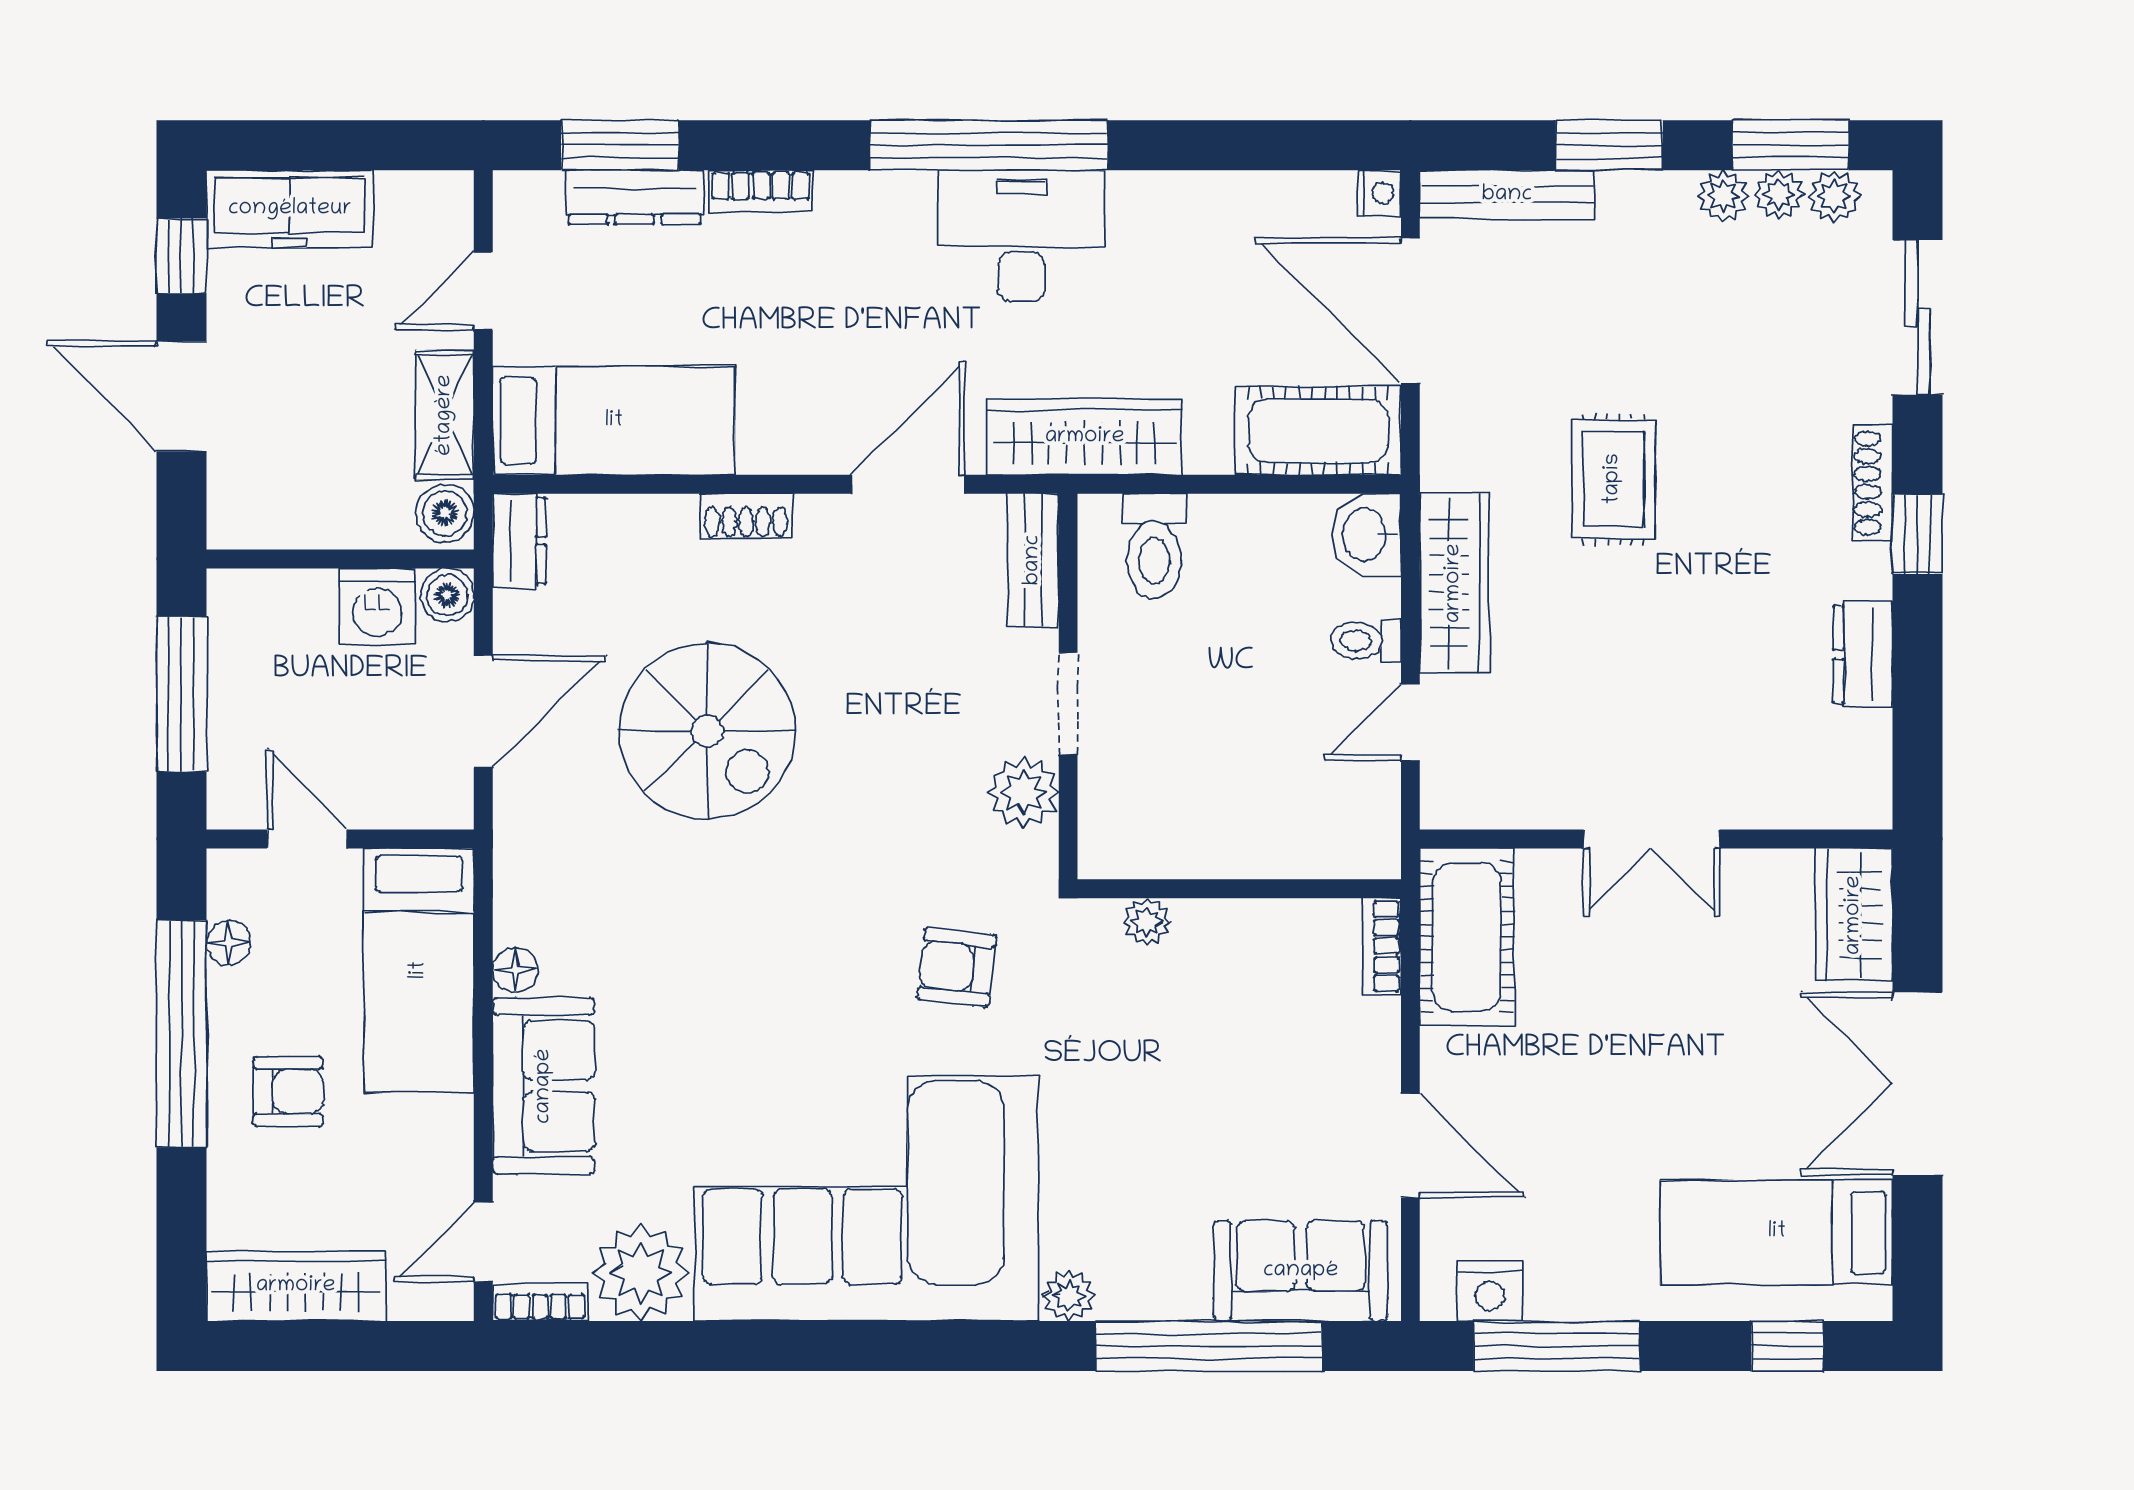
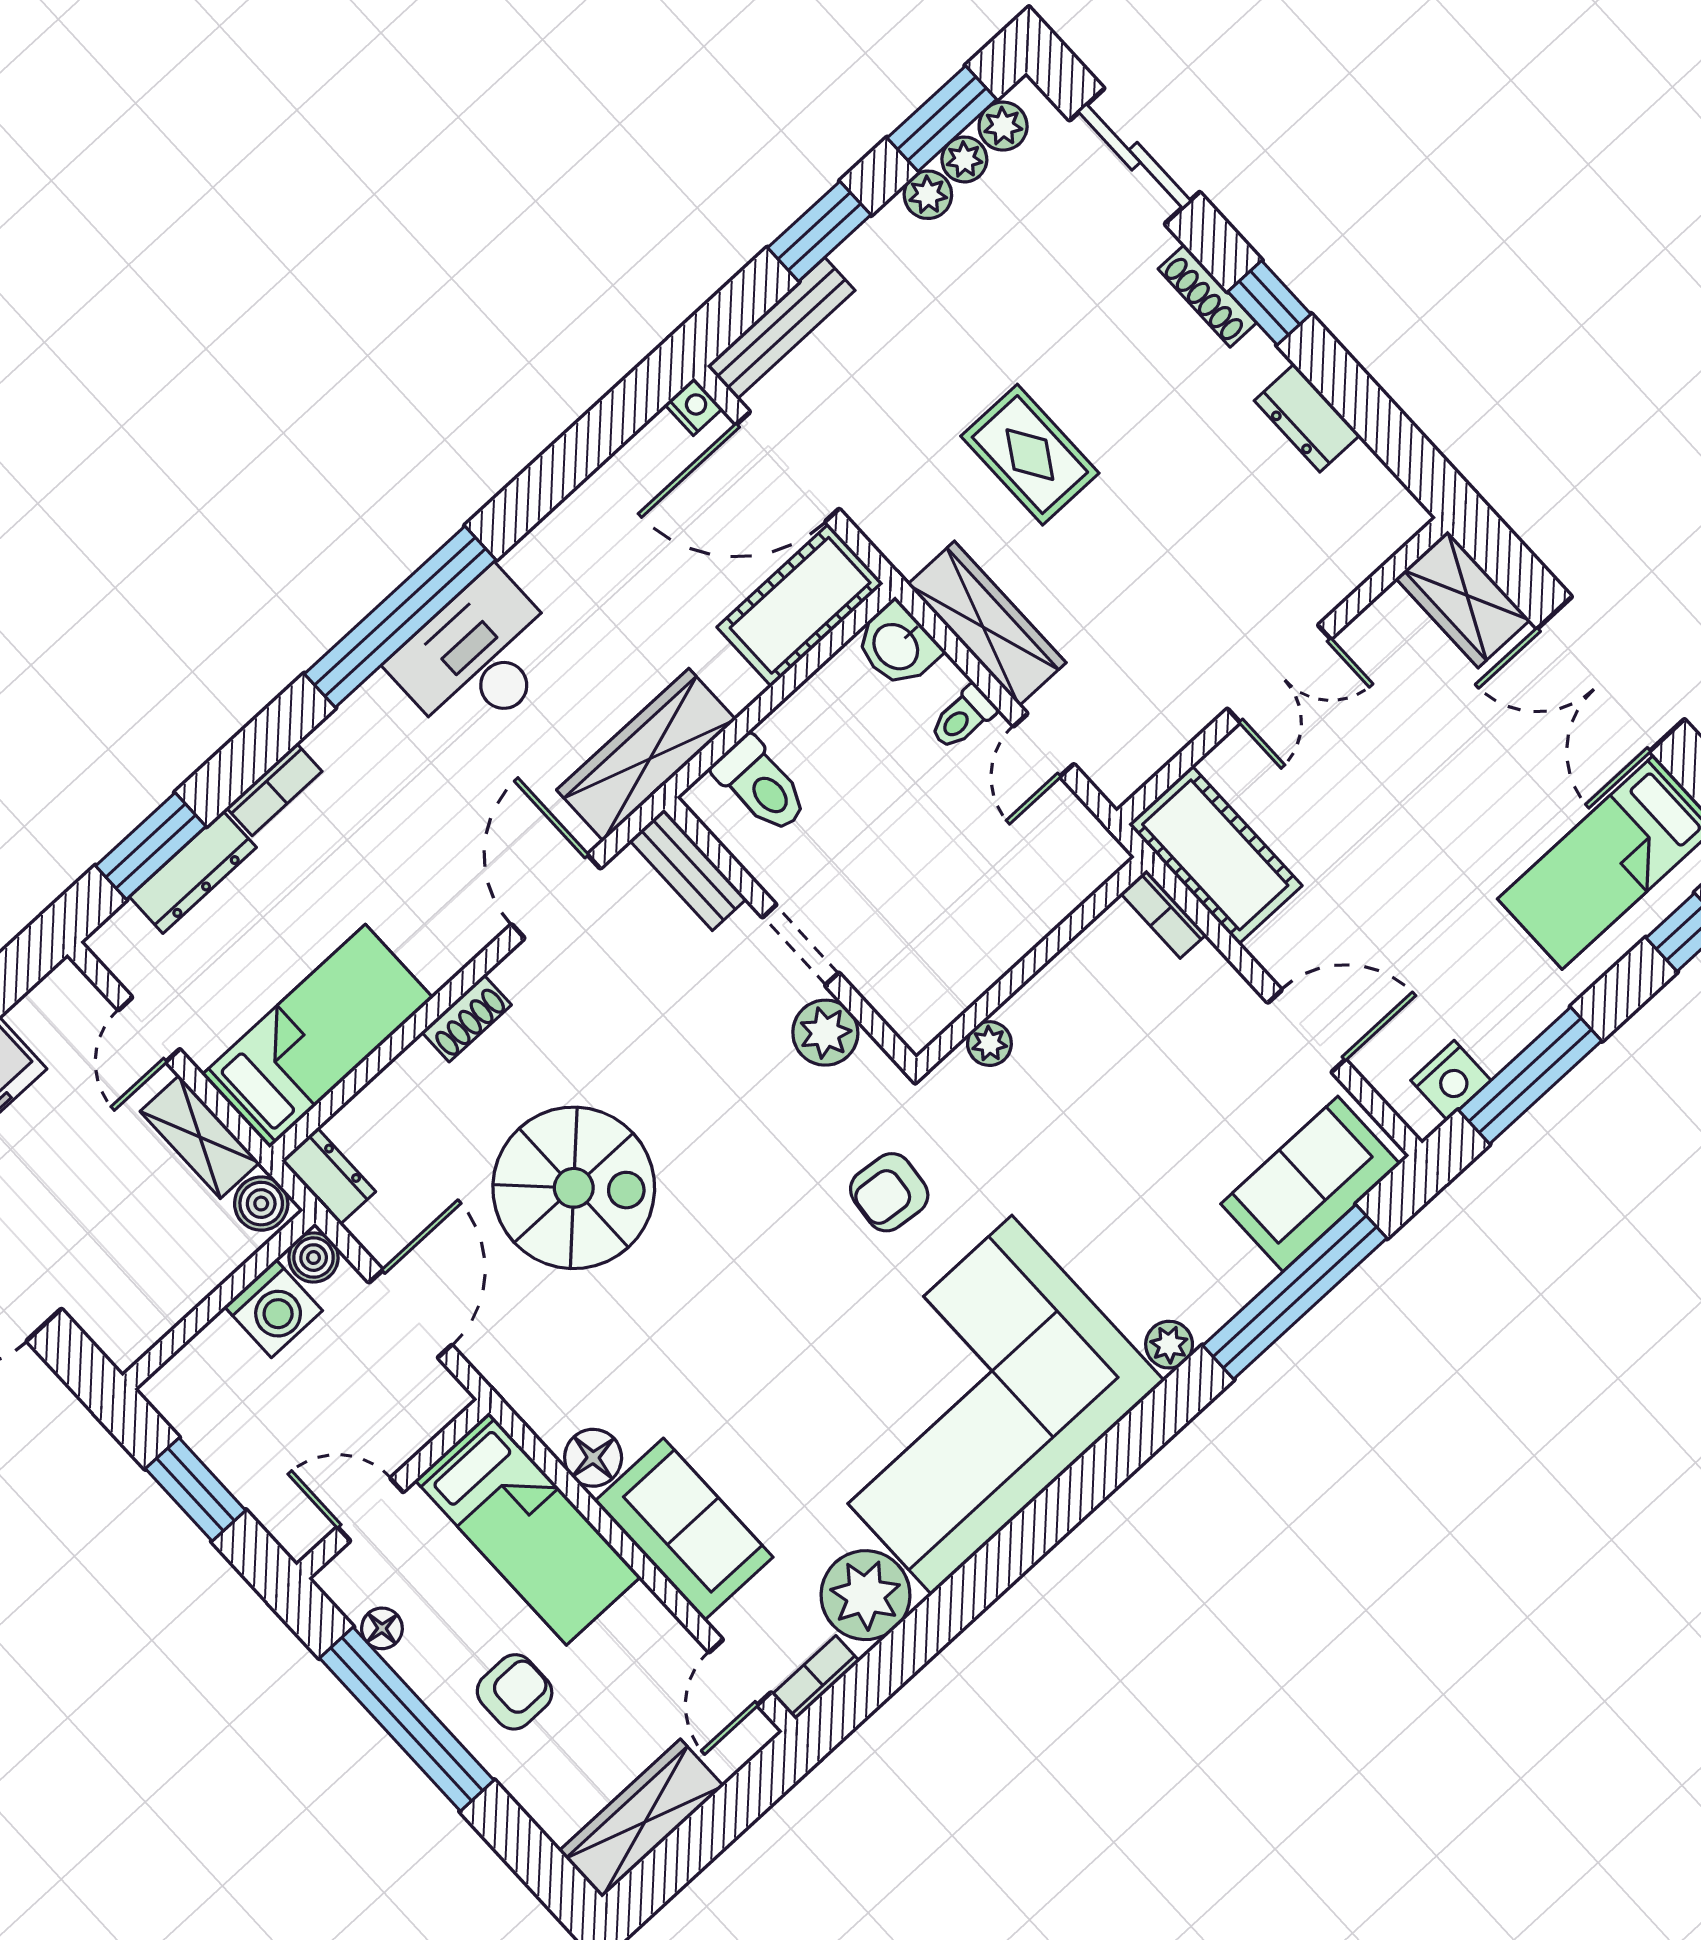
window: (182, 694) -> (196, 1489), width x0.69
floor lamp: (515, 970) -> (593, 1458), width x1.37, depth x1.37

